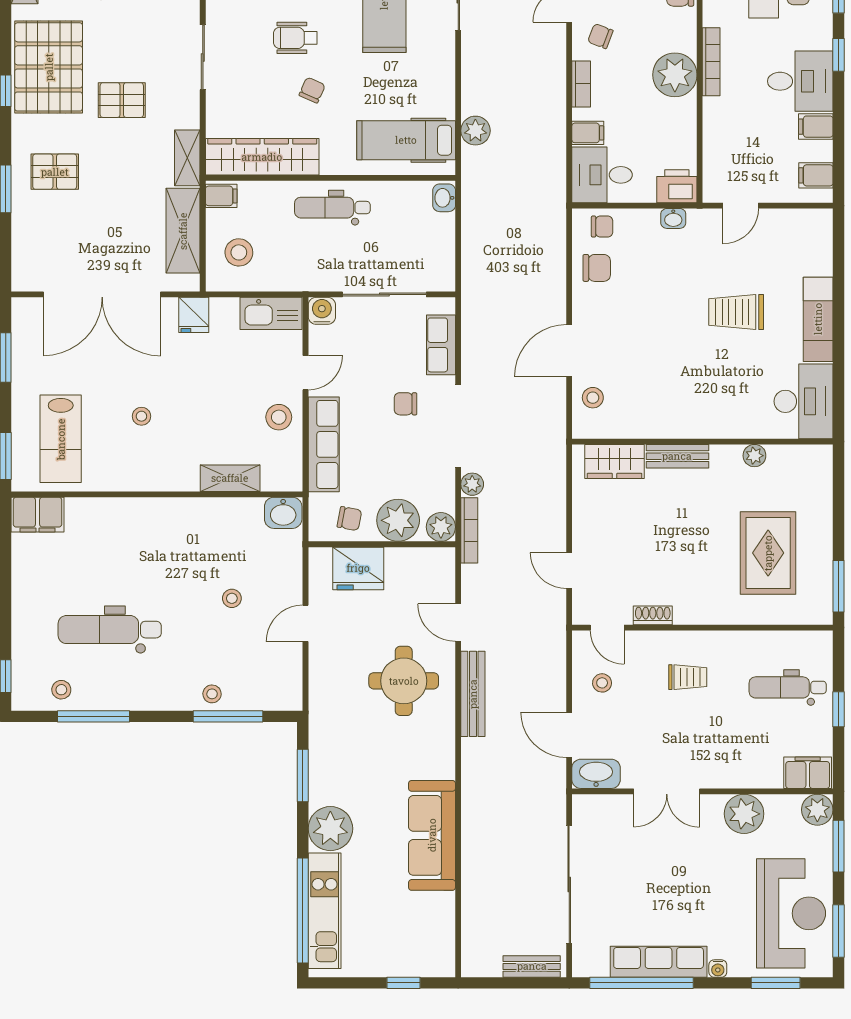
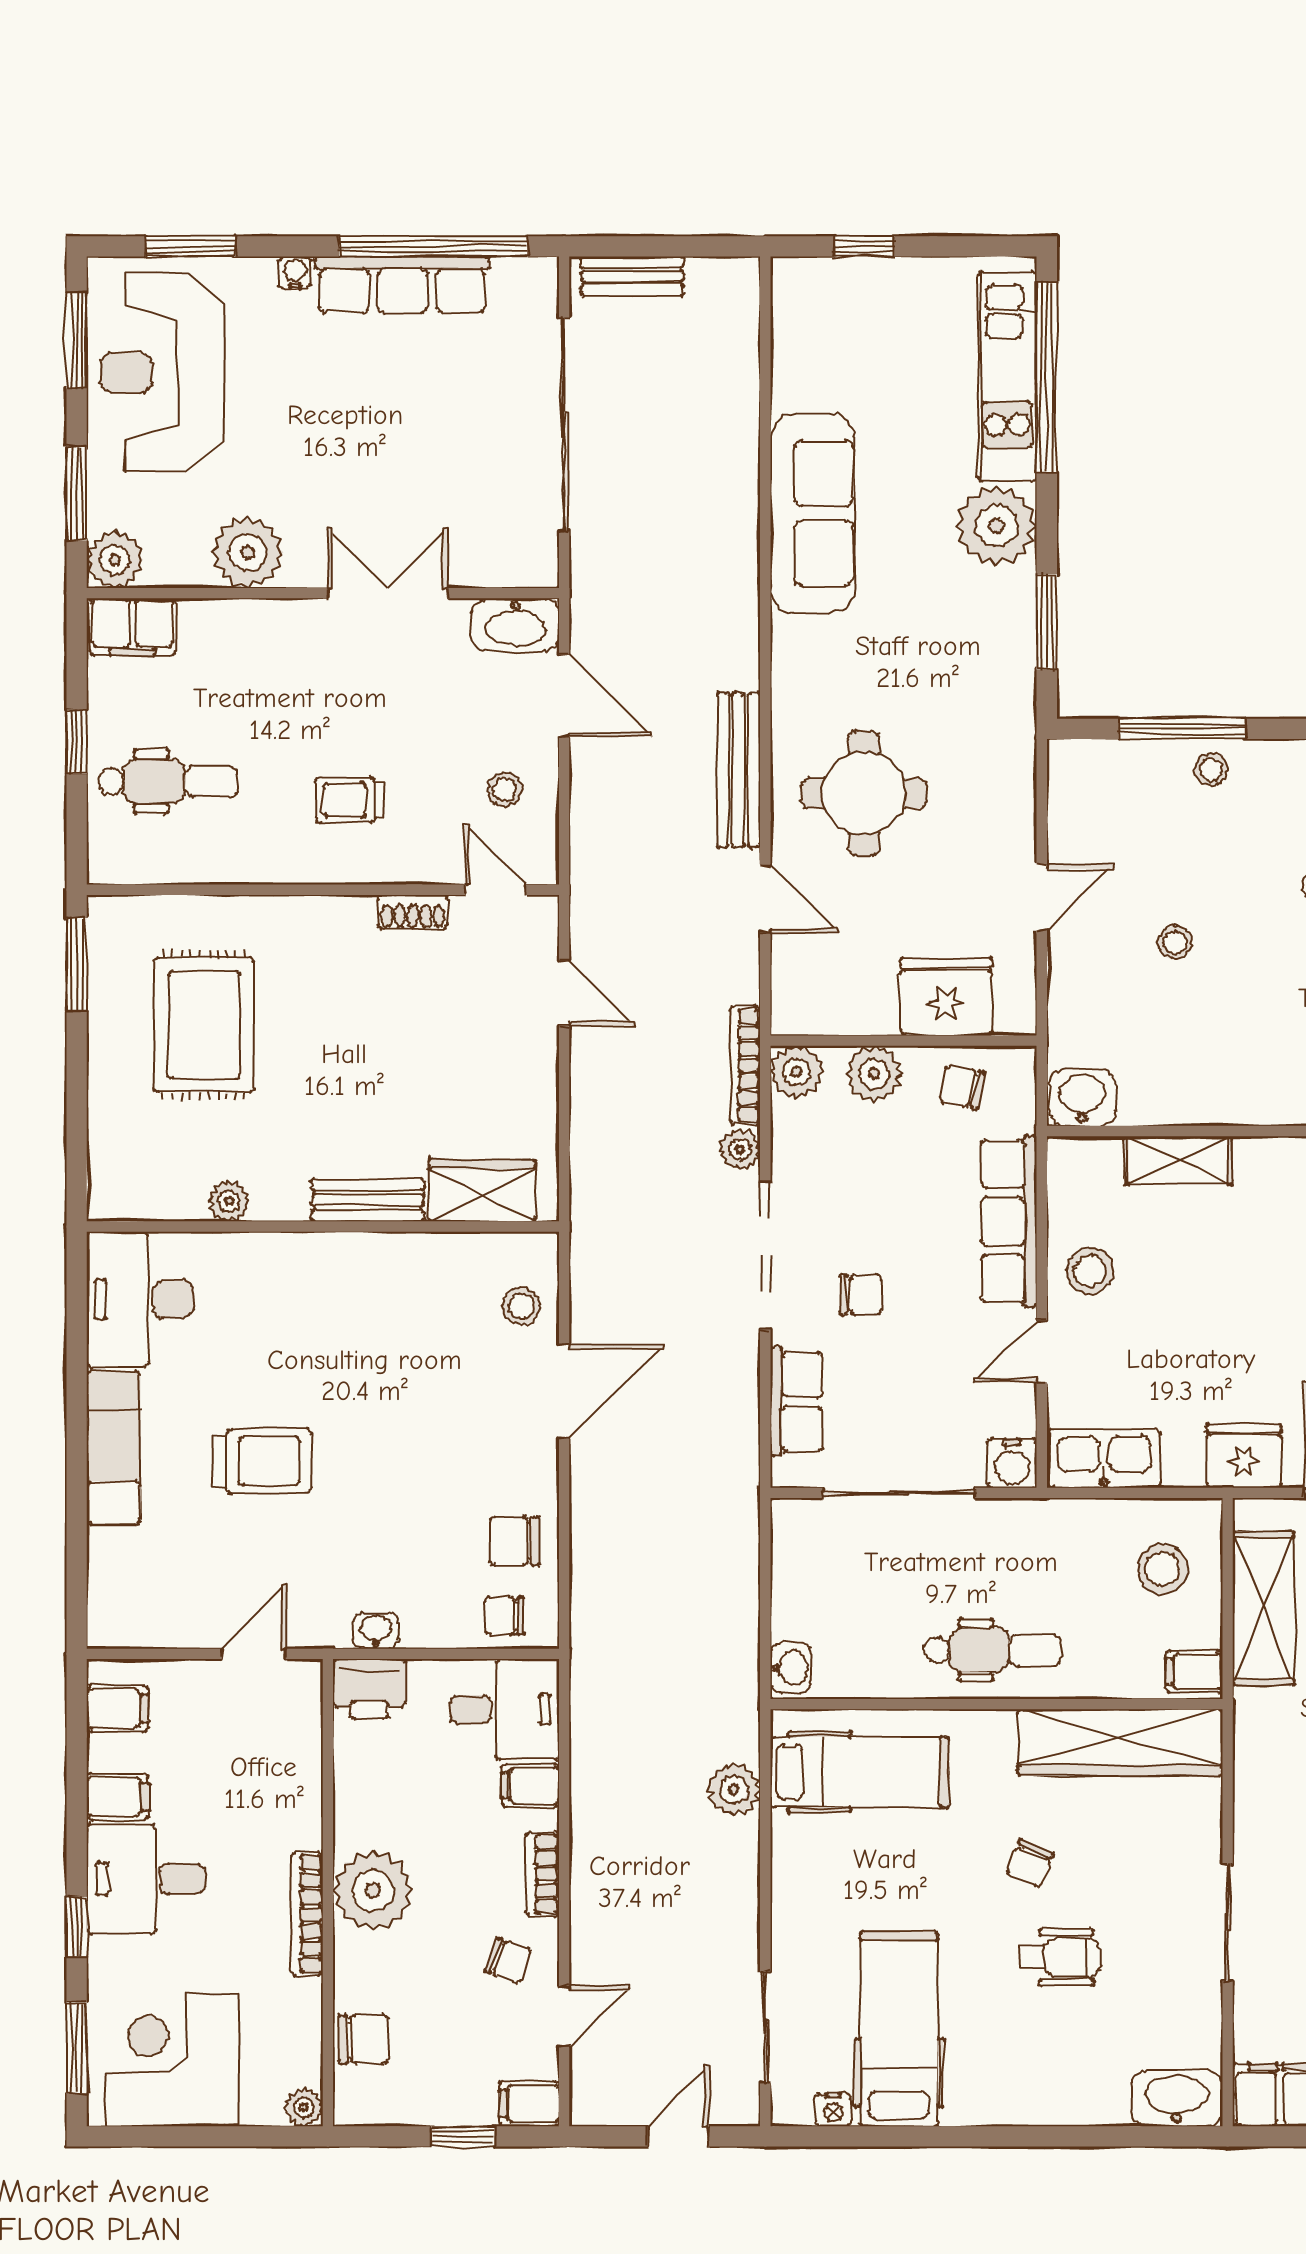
shelving: (187, 158) -> (1256, 1740), removed
fridge: (194, 315) -> (1244, 1456), width x1.38
plant: (398, 520) -> (874, 1074), width x0.73, depth x0.73

